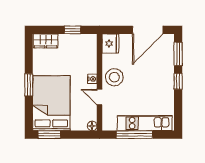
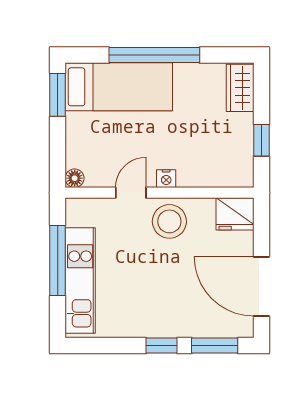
window: (29, 85) -> (154, 55), width x2.11
bed: (51, 103) -> (119, 87), width x0.67

